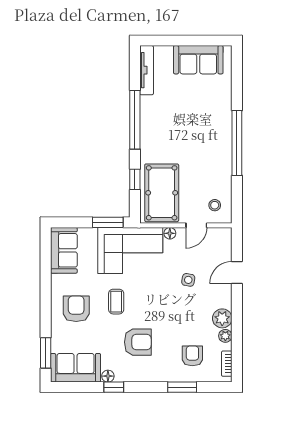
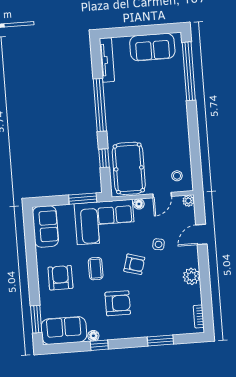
window: (237, 143) -> (189, 71), moved
plant: (225, 336) -> (188, 201), moved
armchair: (192, 356) -> (134, 264), moved, turned 106

